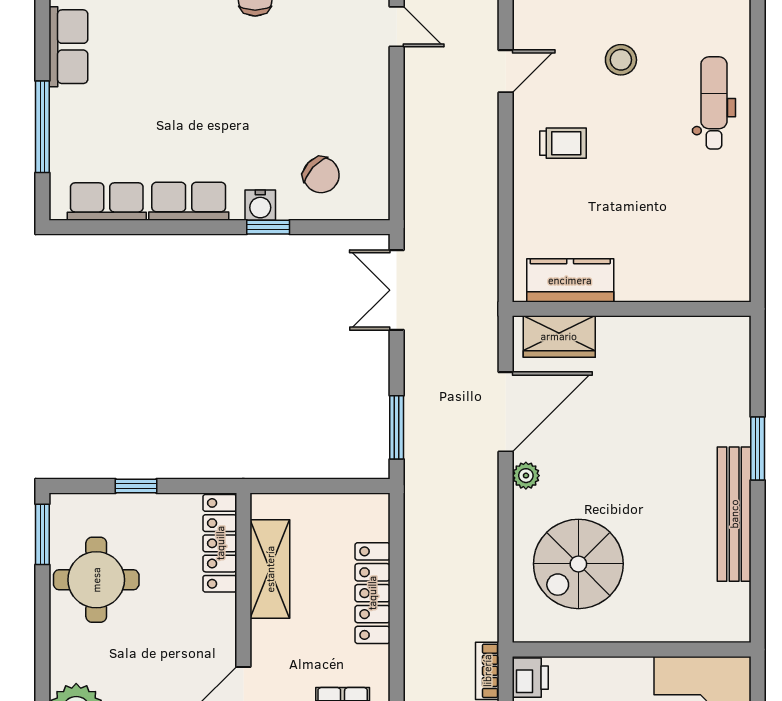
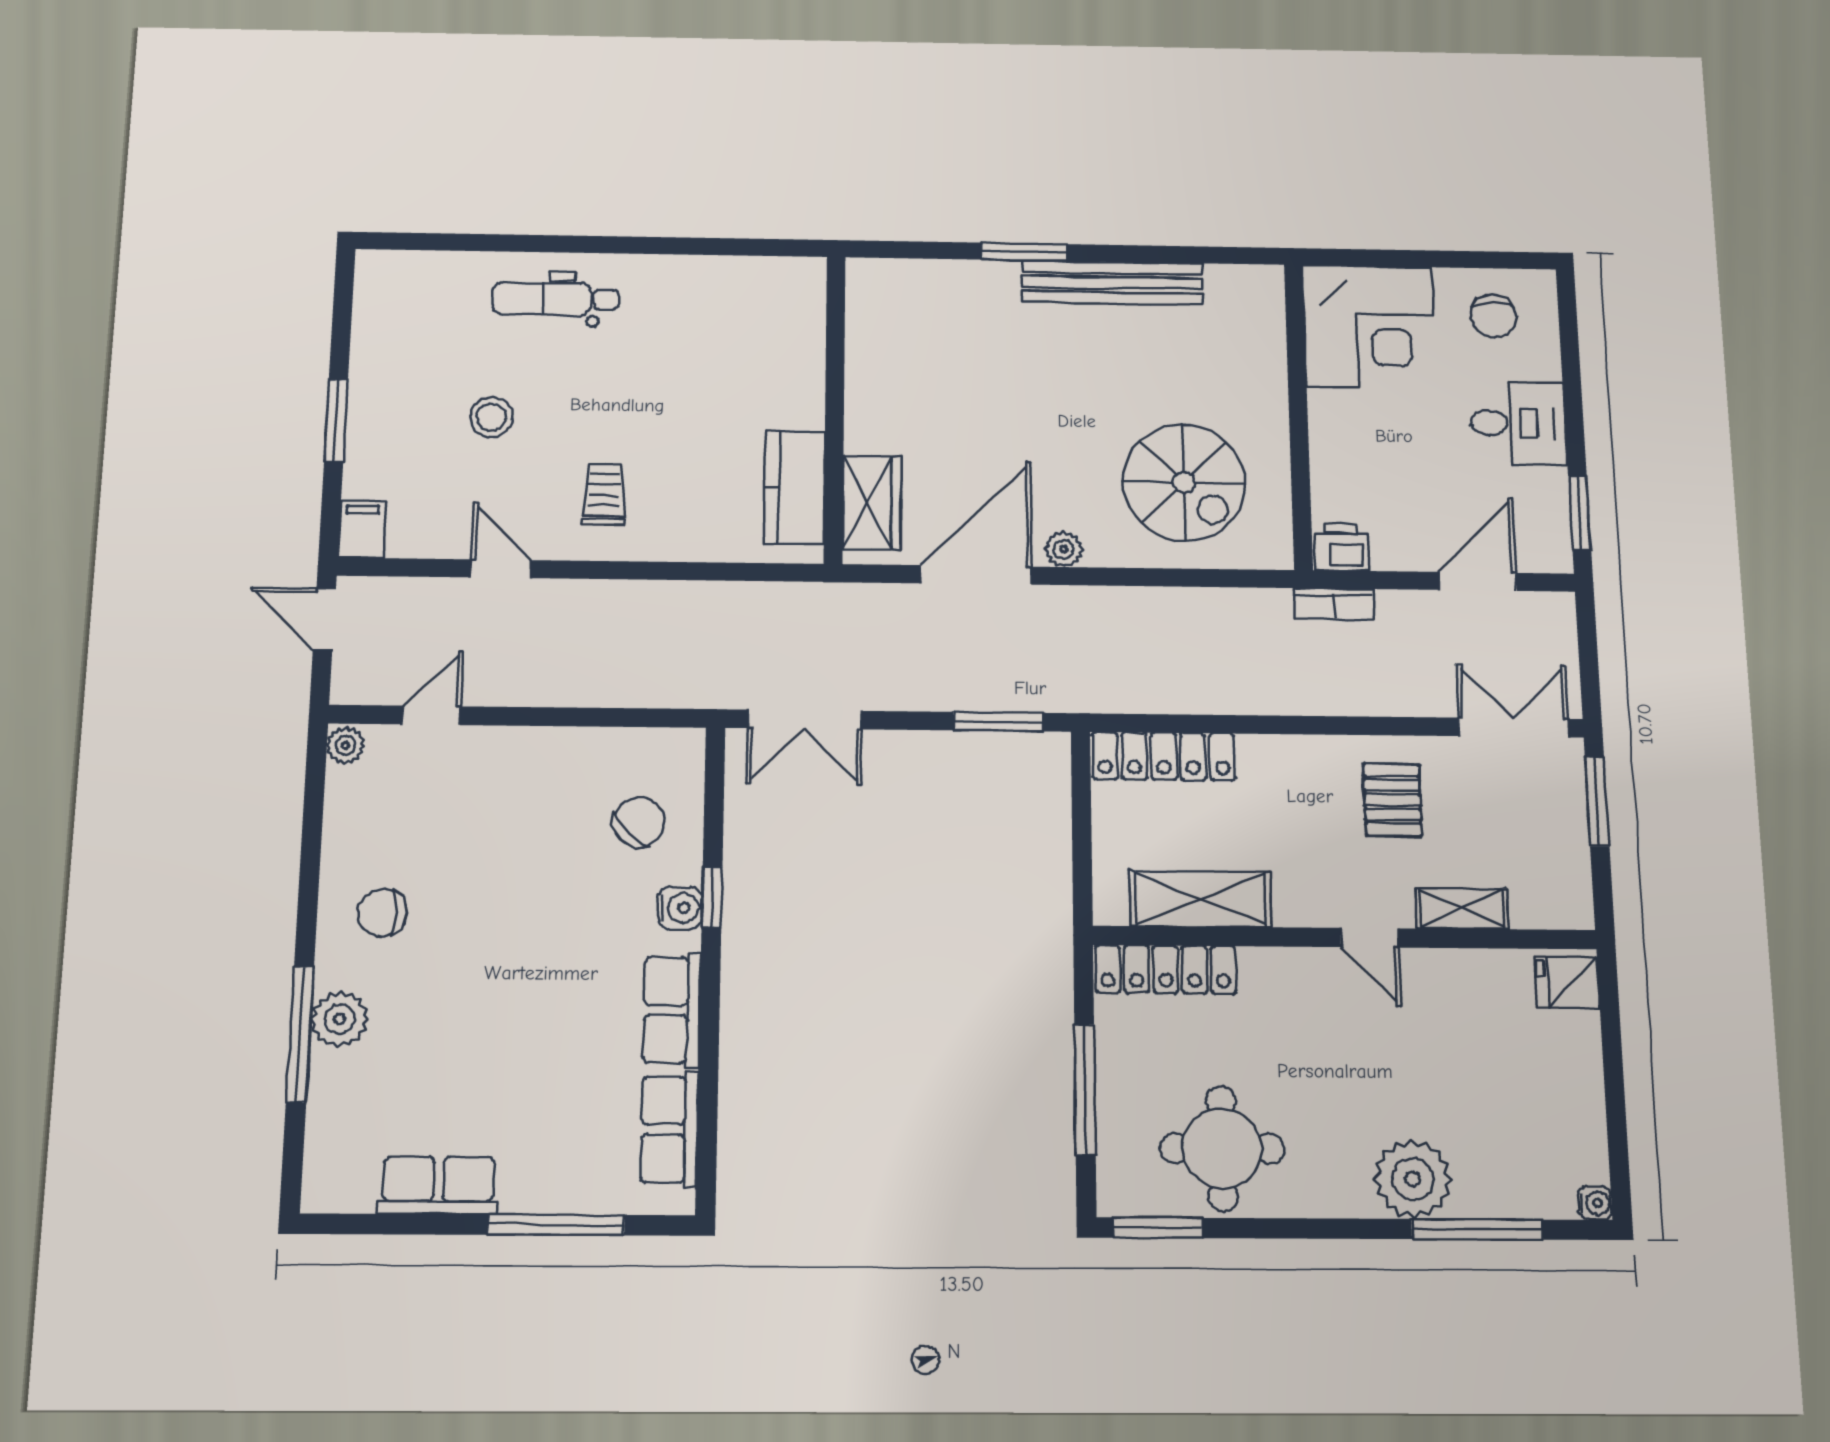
door: (506, 412) -> (976, 575), hinge flipped
window: (136, 486) -> (1085, 1089), width x2.17
locker: (372, 593) -> (1164, 756), moved

